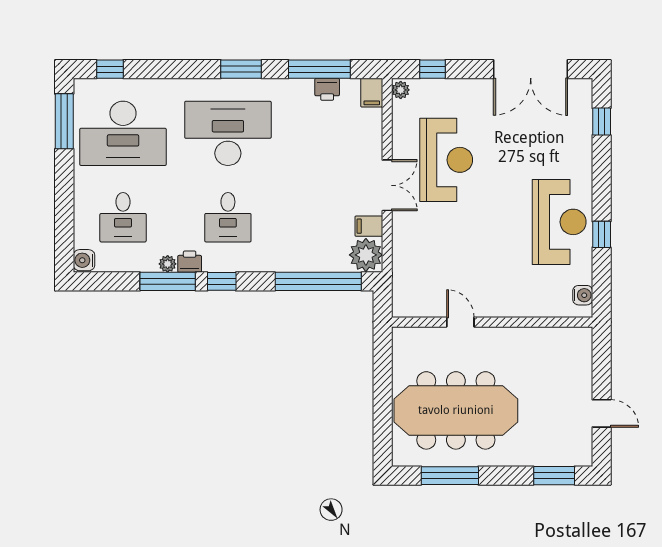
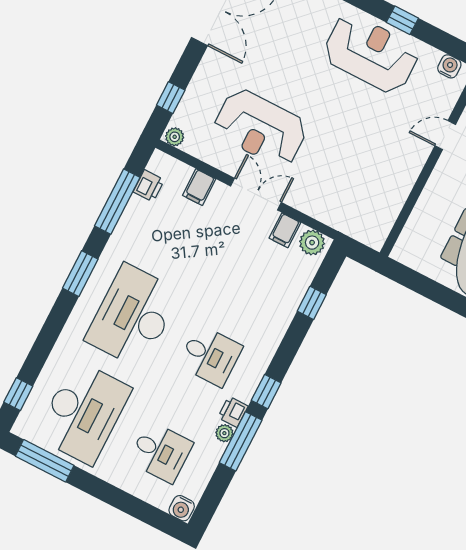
printer: (327, 89) -> (149, 186), moved
filing cabinet: (372, 93) -> (199, 187), moved, turned 90
reception desk: (446, 160) -> (260, 128), turned 180
plant: (366, 255) -> (312, 243), width x0.73, depth x0.73
window: (318, 281) -> (312, 303), width x0.32
door: (460, 322) -> (445, 135), moved

